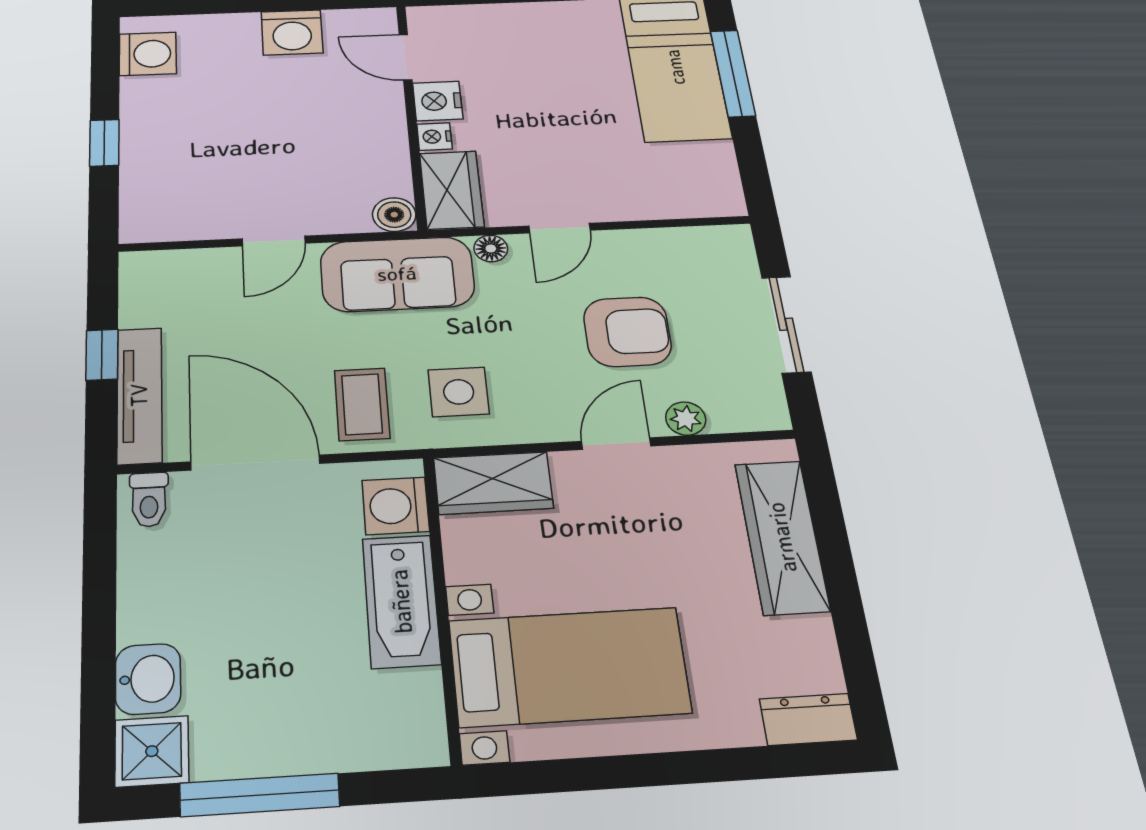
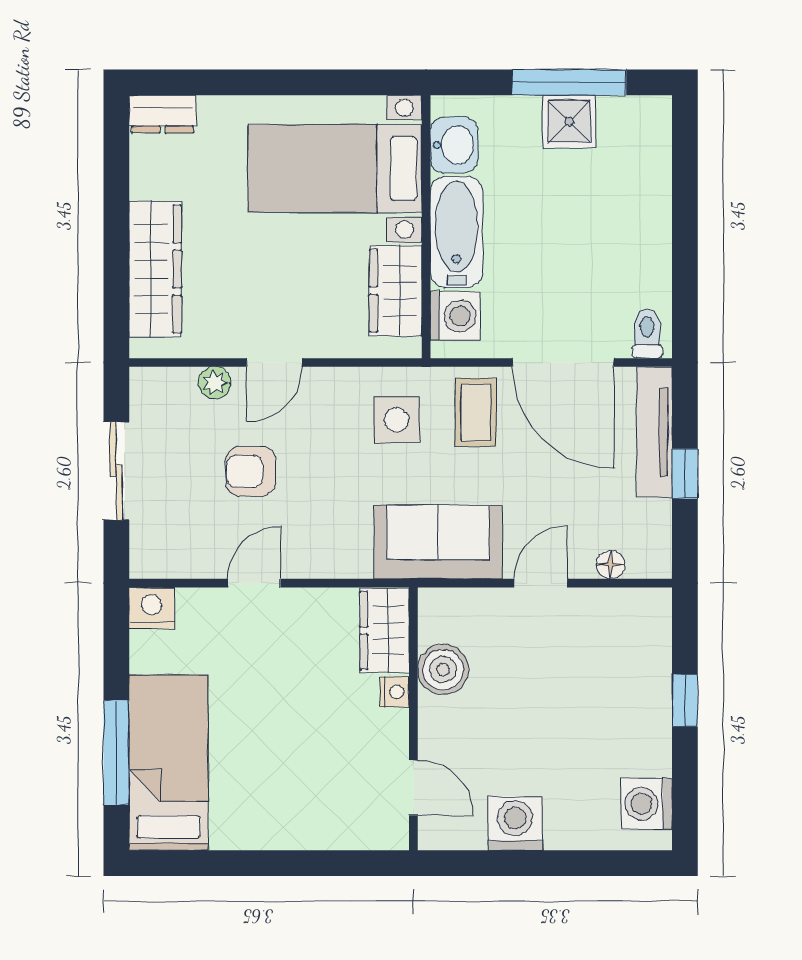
nightstand: (438, 101) -> (152, 608), moved, turned -90
boiler: (394, 215) -> (443, 670), moved, width x1.36, depth x1.36
door: (560, 228) -> (254, 583), moved
floor lamp: (491, 248) -> (611, 565), moved
armchair: (627, 332) -> (251, 471), width x0.72, depth x0.72
wardrobe: (493, 483) -> (396, 291), moved, turned -90
washbasin: (148, 679) -> (454, 145), moved, turned 180
shower: (152, 751) -> (569, 122), moved

